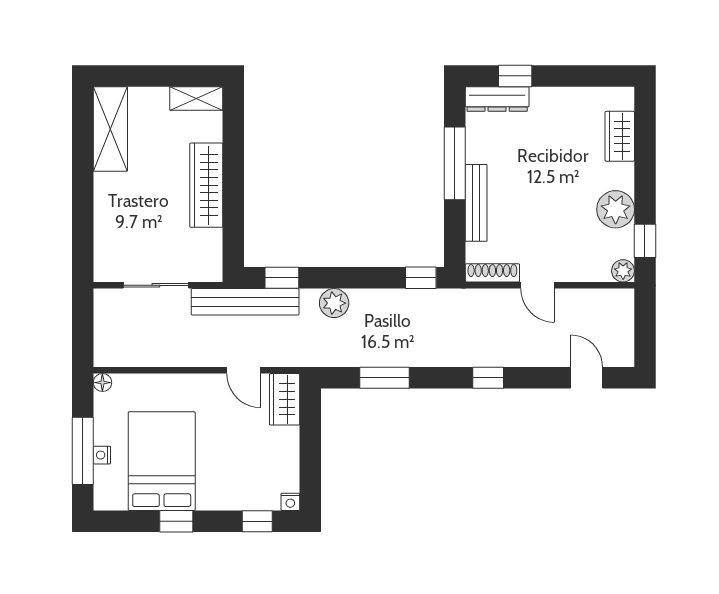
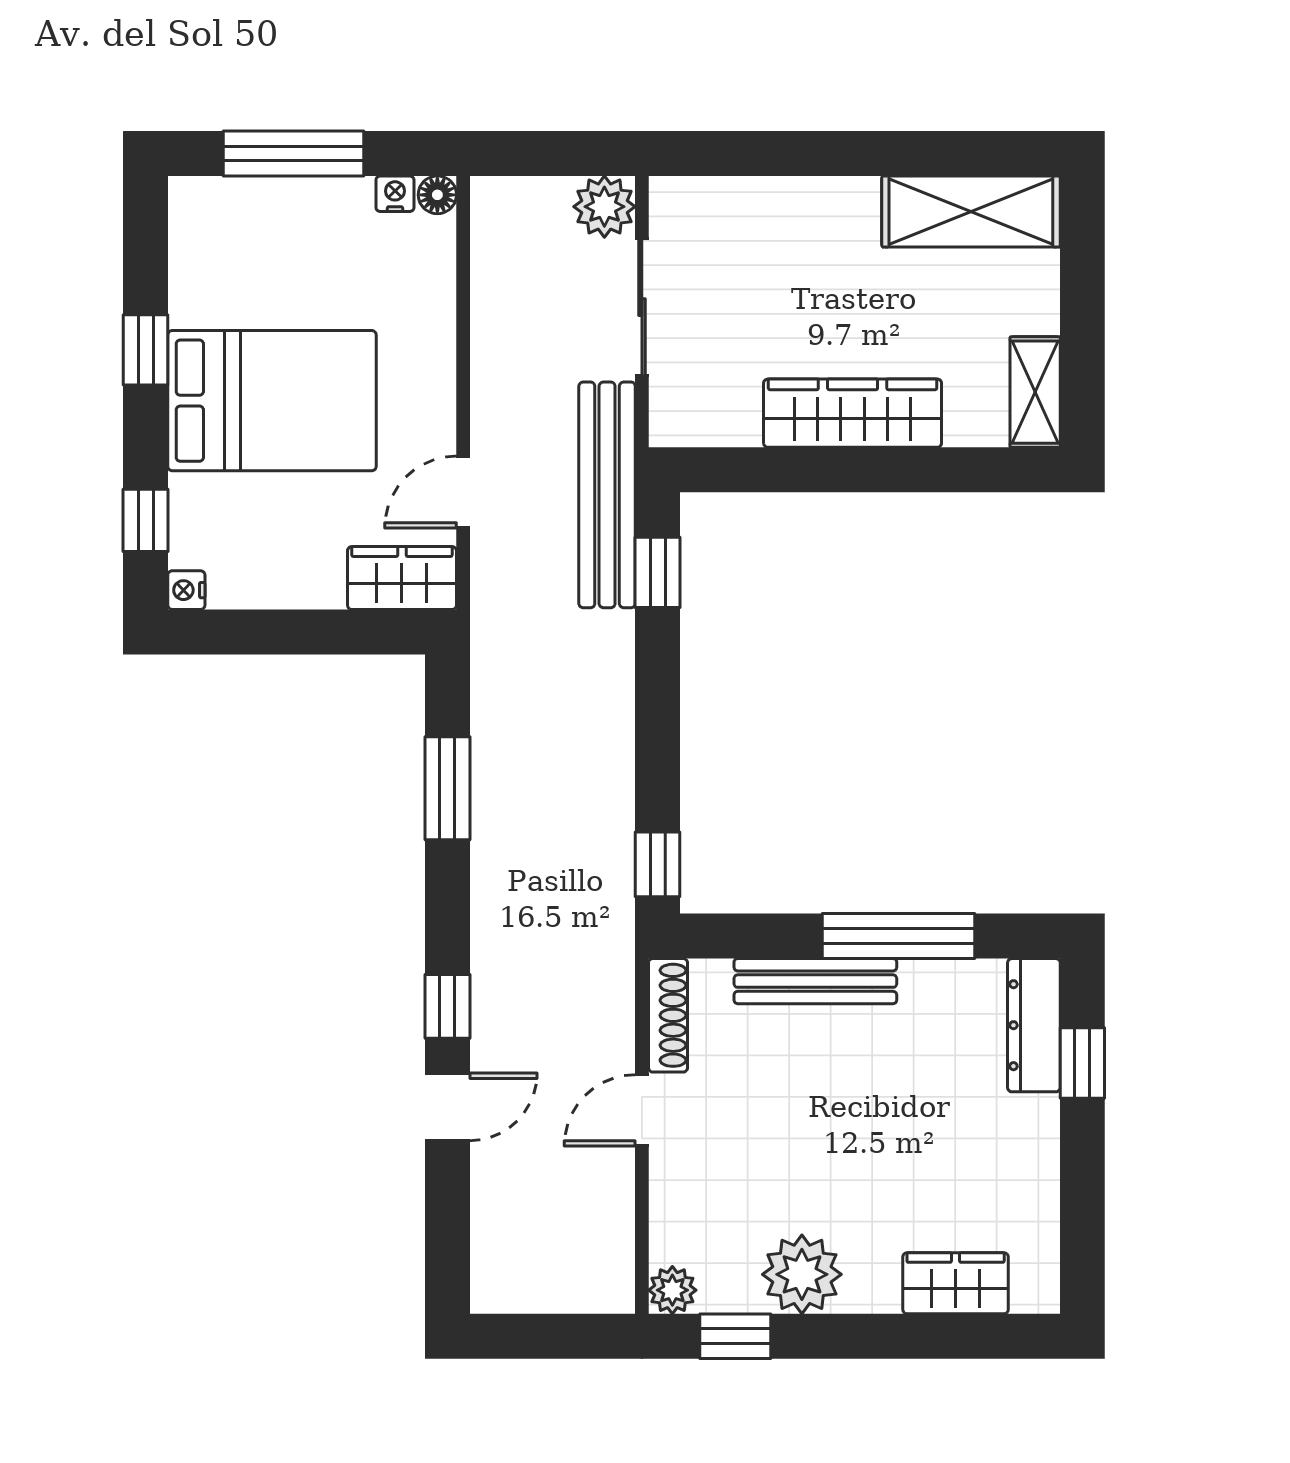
plant: (334, 303) -> (604, 207), moved
door: (587, 378) -> (447, 1107), moved
nightstand: (102, 455) -> (395, 194), moved
bed: (162, 461) -> (272, 401), moved

